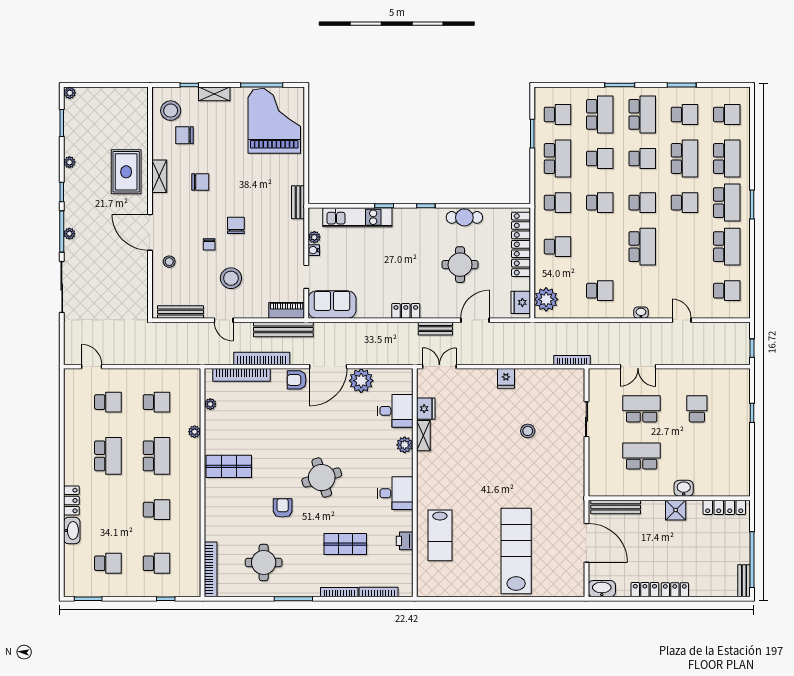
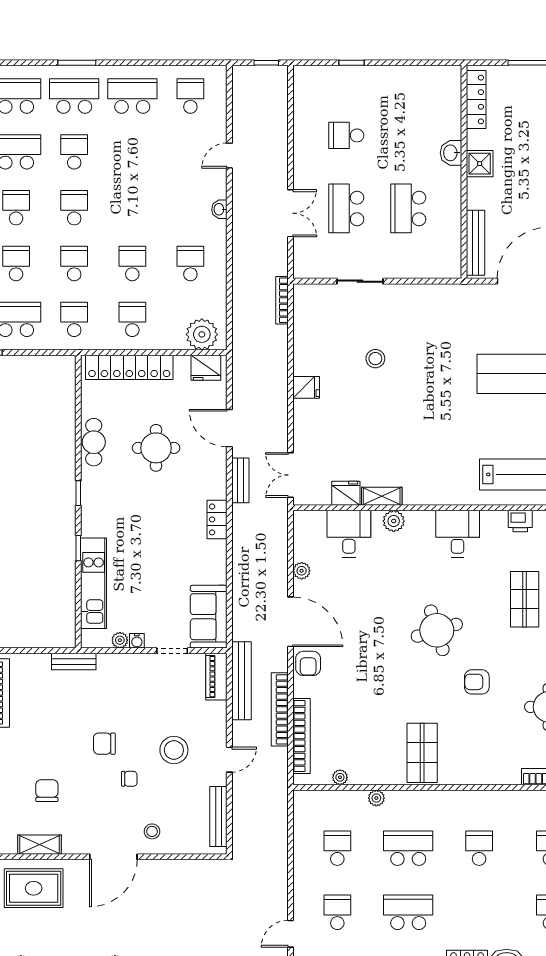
school desk: (642, 247) -> (132, 264), moved, width x0.54
plant: (361, 381) -> (302, 571), width x0.53, depth x0.53

